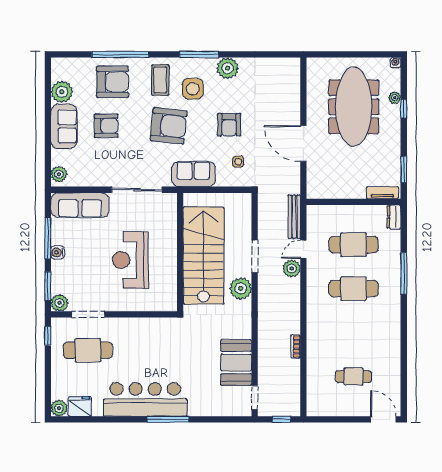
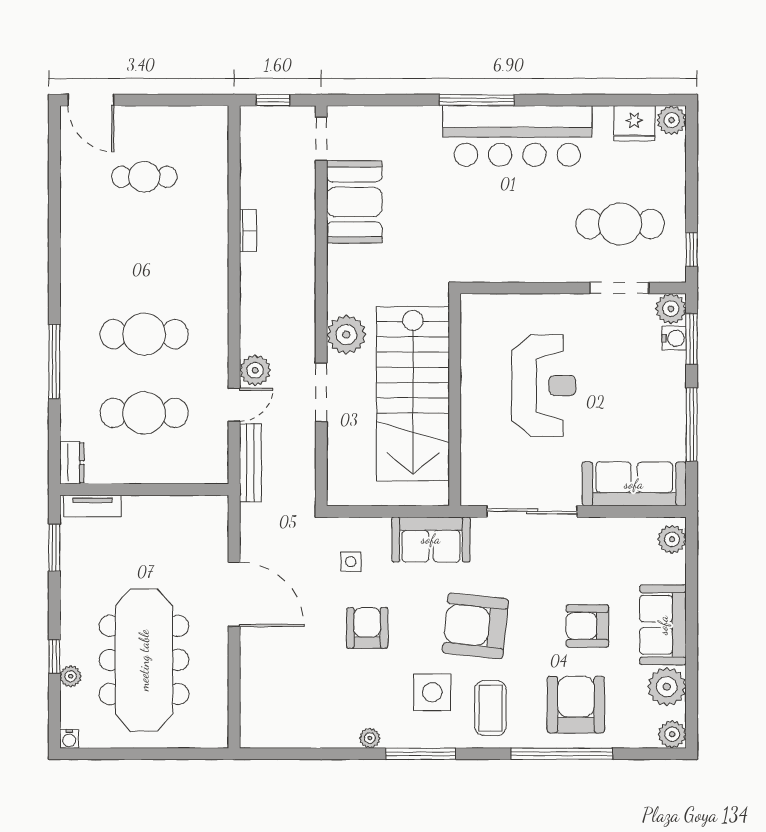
plant: (59, 65) -> (672, 734), added
plant: (228, 68) -> (370, 738), width x0.53, depth x0.53
armchair: (113, 82) -> (576, 705), turned 90
water cooler: (58, 252) -> (674, 338), moved

